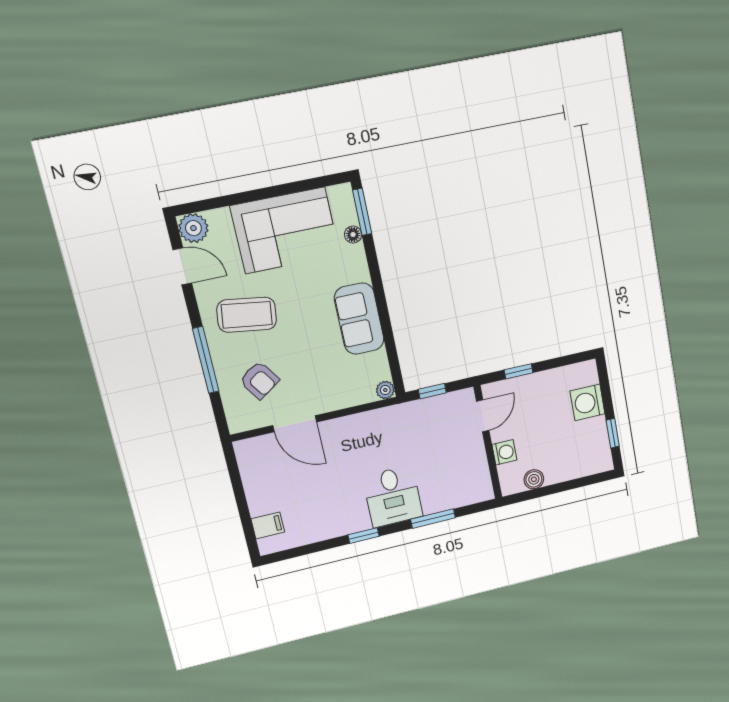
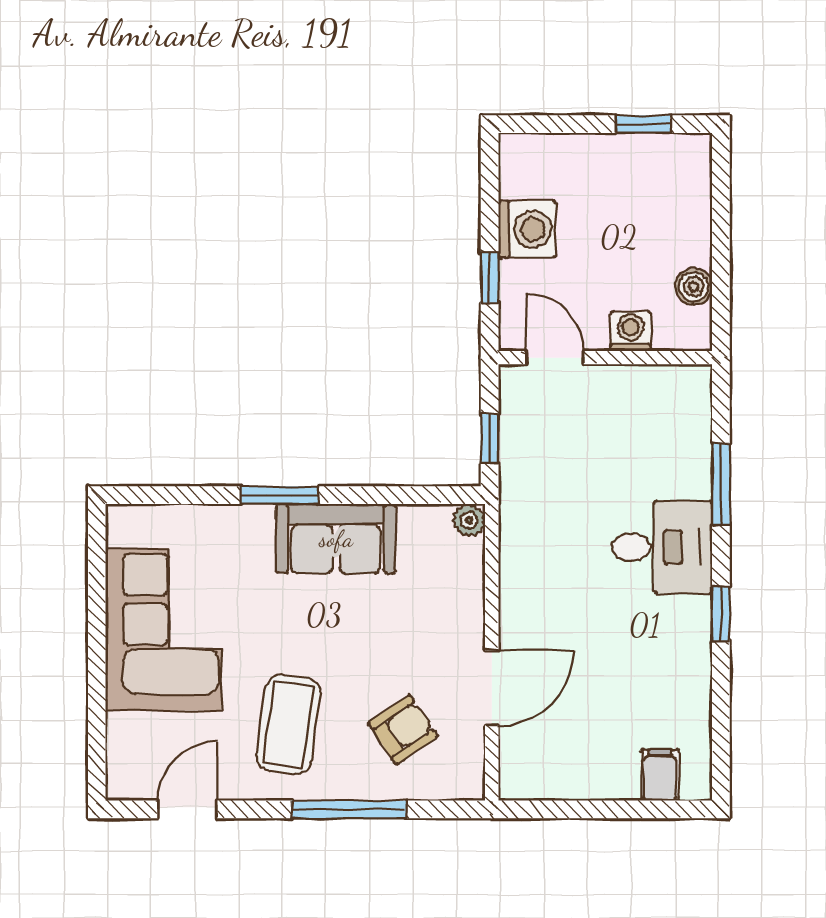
window: (362, 212) -> (279, 495), moved
plant: (193, 228) -> (130, 776), removed
floor lamp: (353, 235) -> (193, 518), removed
washing machine: (587, 402) -> (527, 229), moved, turned -90

